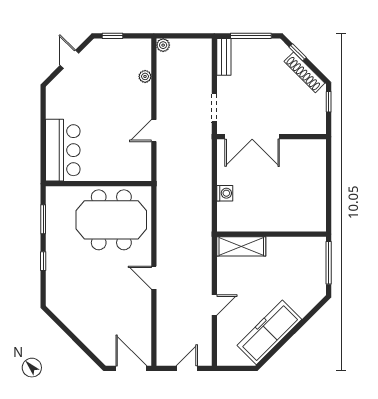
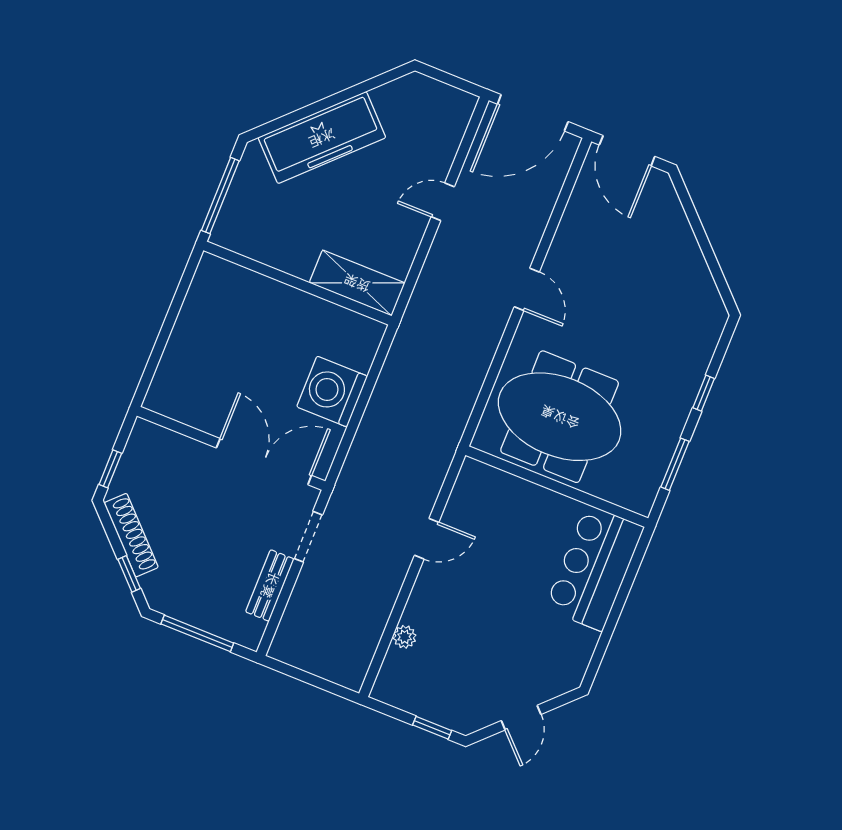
plant: (163, 45) -> (353, 678), removed
bench: (224, 57) -> (270, 585), moved
washing machine: (225, 193) -> (332, 392), width x1.89, depth x1.89
freezer: (269, 332) -> (322, 138), moved
door: (187, 368) -> (533, 113), width x1.87

